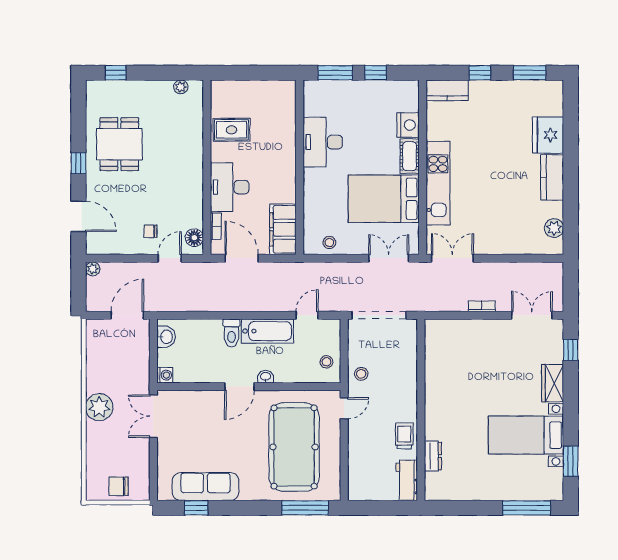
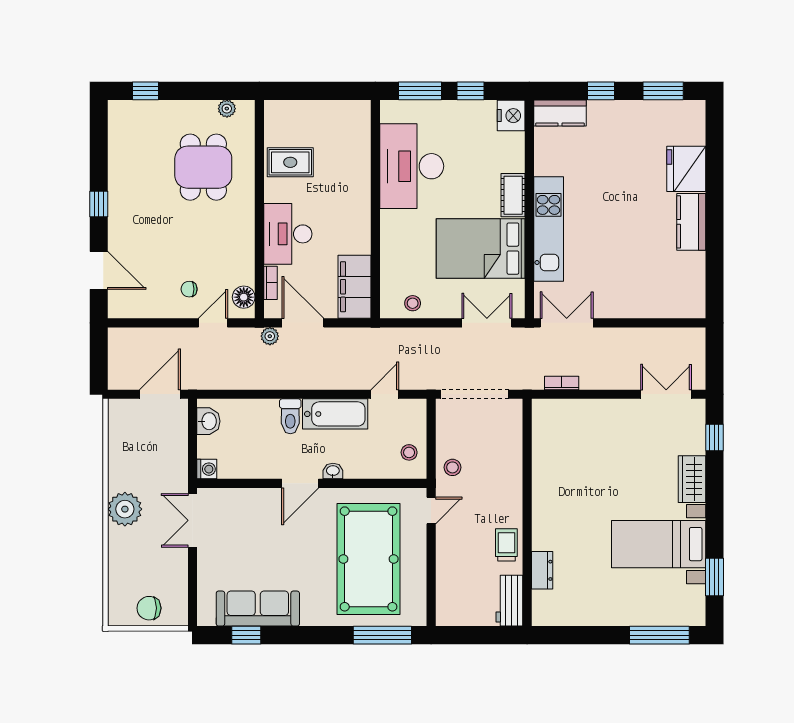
nightstand: (408, 125) -> (511, 116), moved
desk: (323, 142) -> (412, 166), width x1.36, depth x1.30
dining table: (119, 144) -> (203, 167), moved
plant: (554, 228) -> (694, 285), removed
plant: (93, 269) -> (270, 336), moved
bookcase: (482, 306) -> (562, 383), moved

